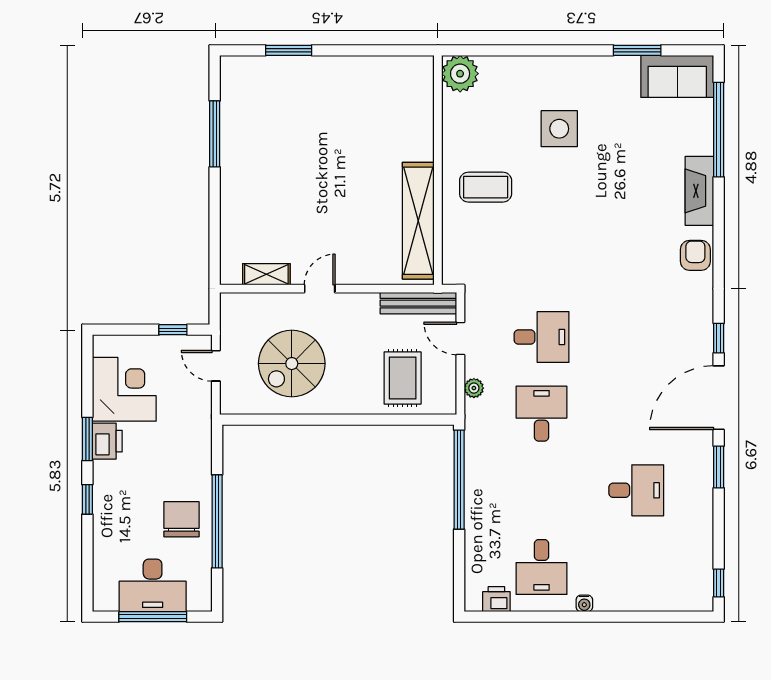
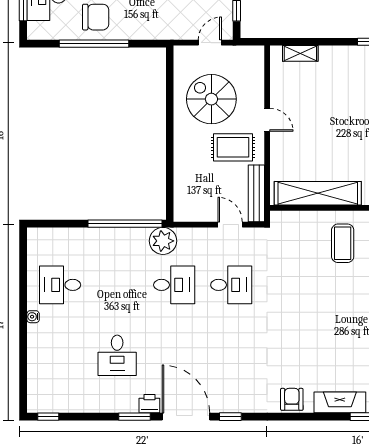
armchair: (695, 255) -> (292, 399), turned -90
shelving: (266, 274) -> (300, 53), moved, turned 90
desk: (542, 337) -> (231, 285), turned -90
door: (460, 338) -> (230, 225), hinge flipped
rug: (403, 378) -> (233, 147), moved
plant: (474, 388) -> (163, 241), moved, width x1.87, depth x1.87
printer: (496, 599) -> (149, 404), moved, turned -90

